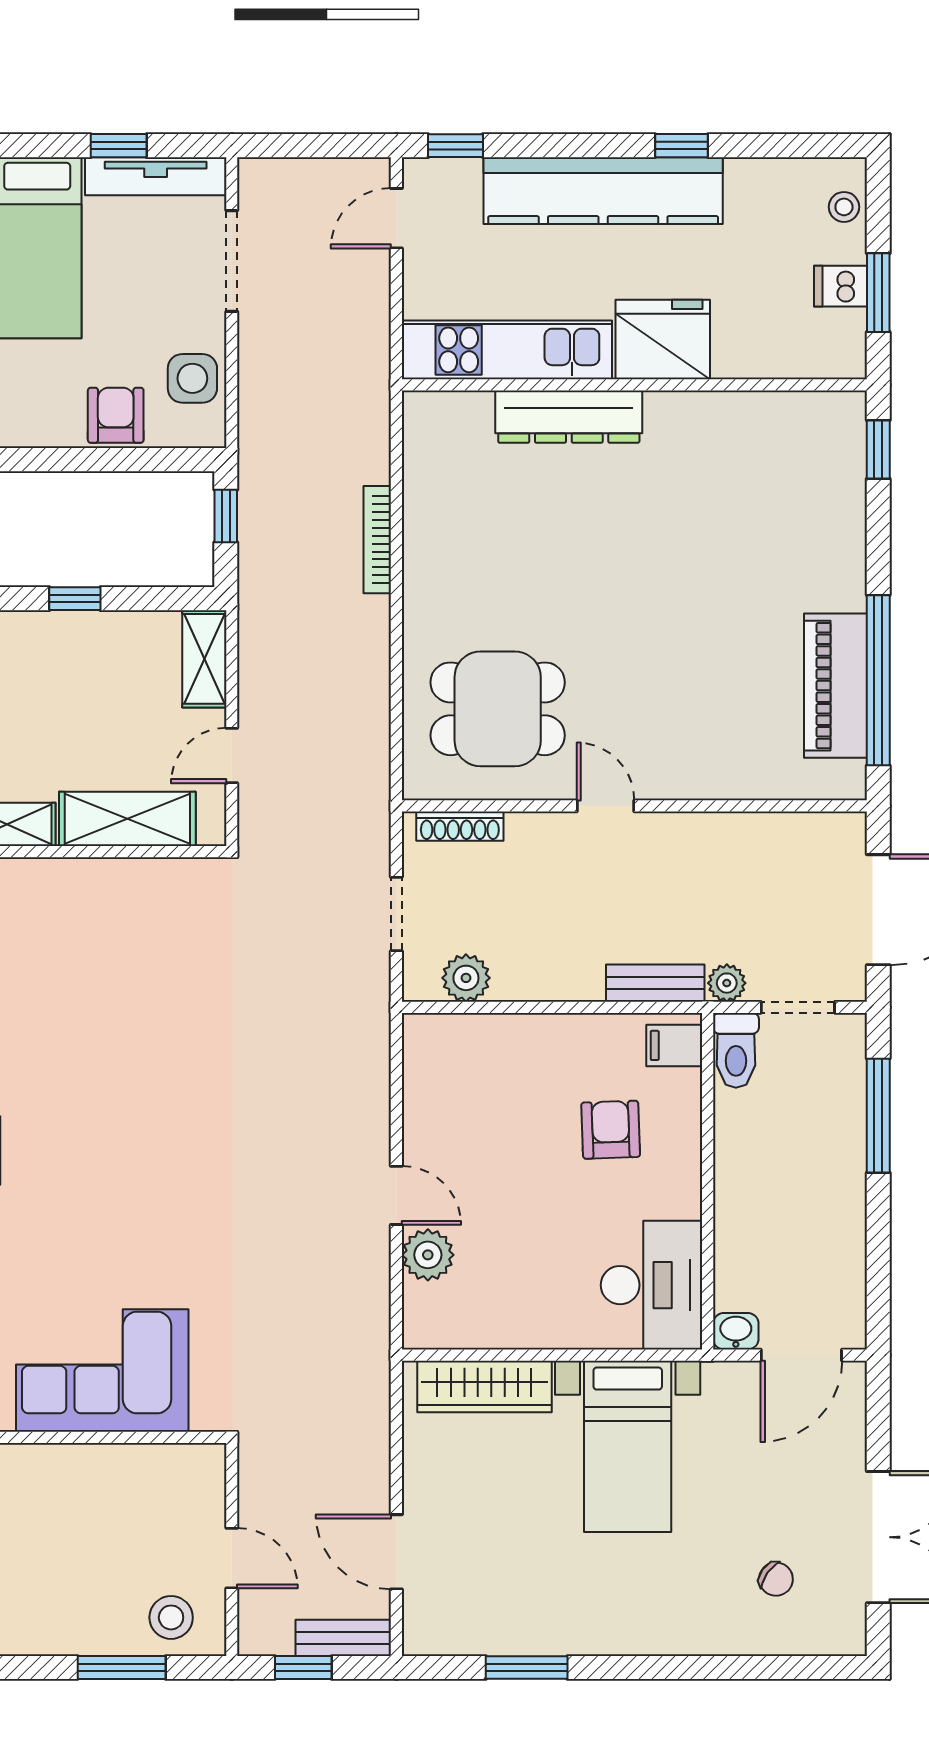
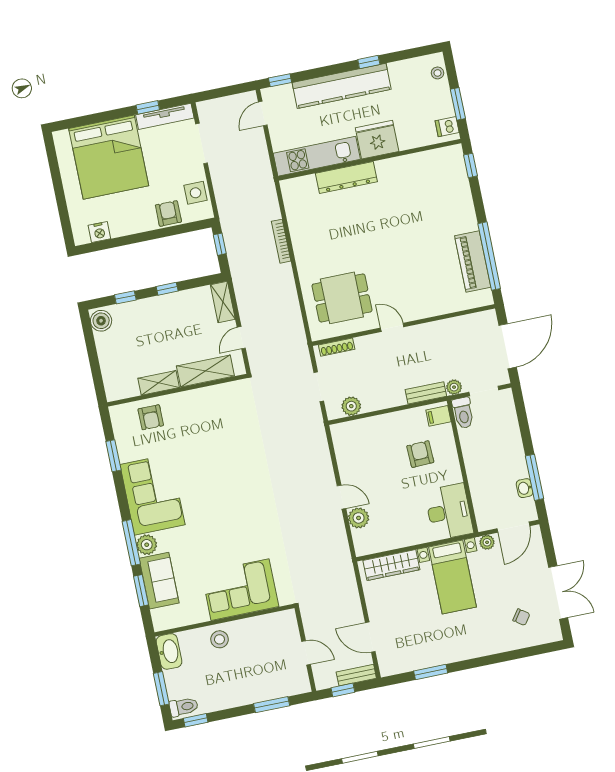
dishwasher: (840, 286) -> (447, 127), moved
window: (878, 1116) -> (535, 477), moved
washbasin: (736, 1331) -> (525, 488), moved, turned -90
plant: (730, 1379) -> (487, 542), added
stool: (171, 1617) -> (219, 639), moved

